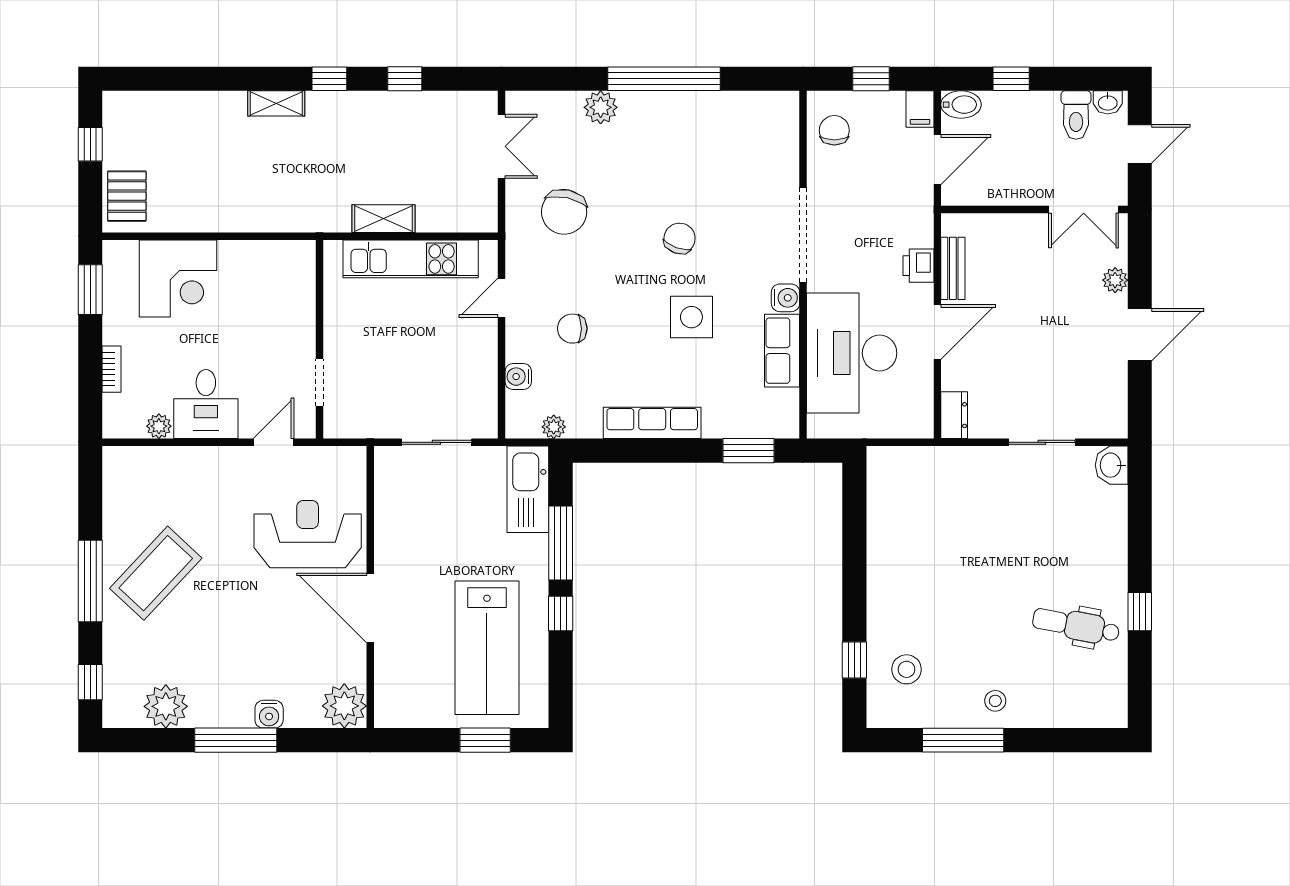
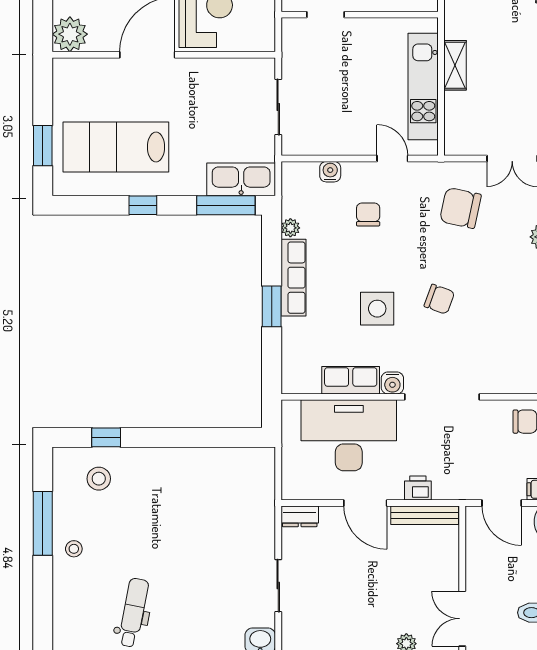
bench: (953, 268) -> (425, 515), width x1.36
plant: (554, 427) -> (290, 228), moved
window: (748, 451) -> (272, 306), moved
window: (561, 543) -> (226, 205), moved

